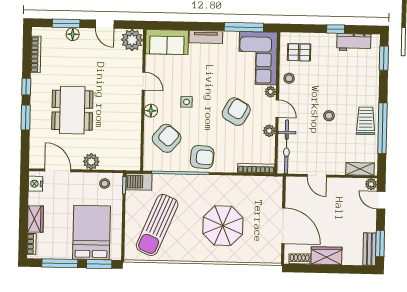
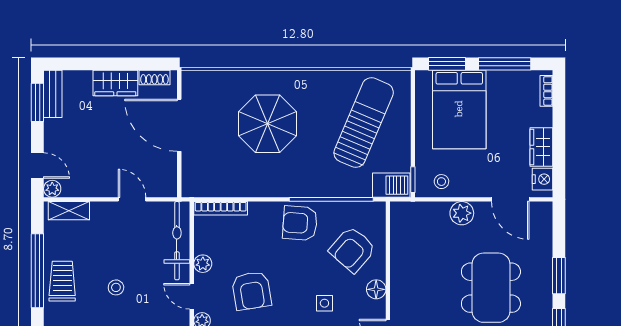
armchair: (236, 112) -> (252, 291), turned -38
trolley: (366, 121) -> (62, 281), turned 180
wardrobe: (36, 219) -> (541, 147), moved

